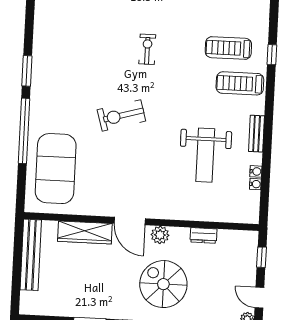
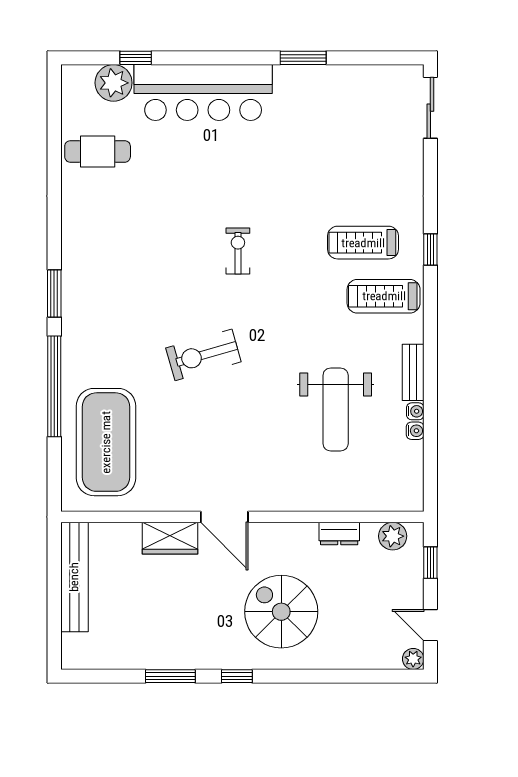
water cooler: (255, 184) -> (415, 411), moved
wardrobe: (85, 232) -> (170, 538), width x0.67
plant: (160, 235) -> (393, 536), moved

